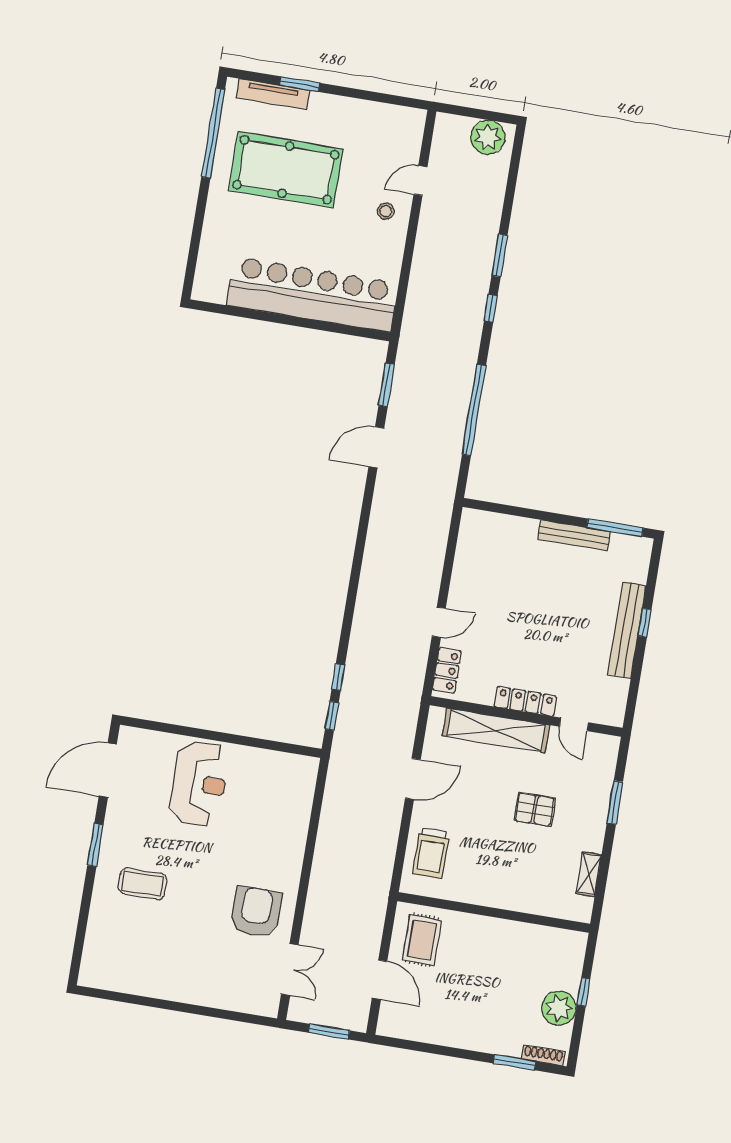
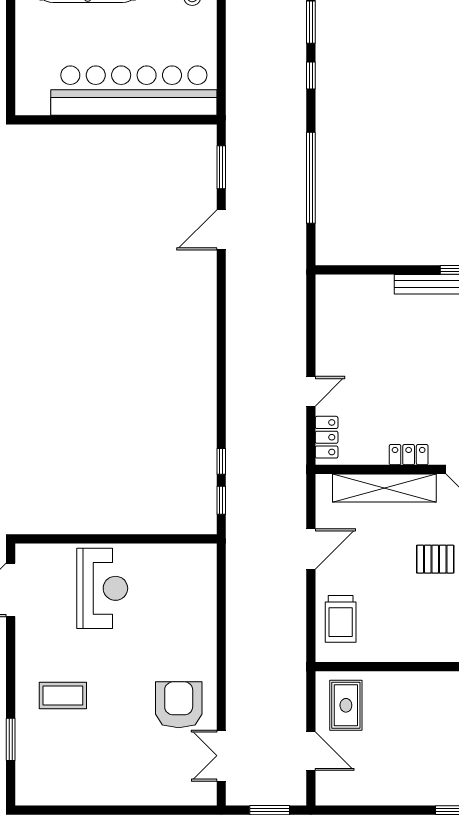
locker: (525, 701) -> (409, 455), width x0.66
window: (95, 845) -> (11, 739), moved
double door: (290, 970) -> (221, 756), swing flipped

